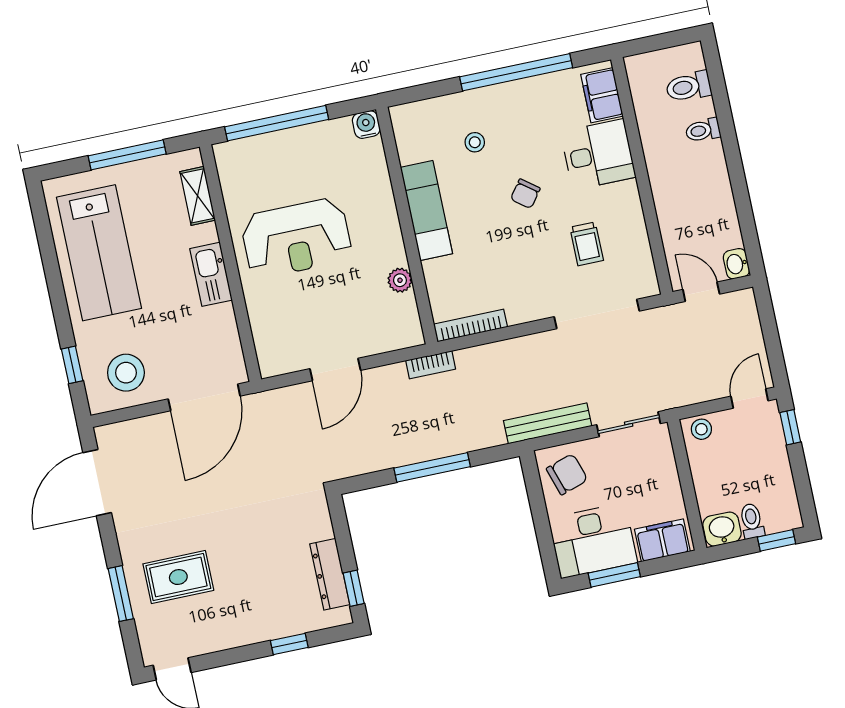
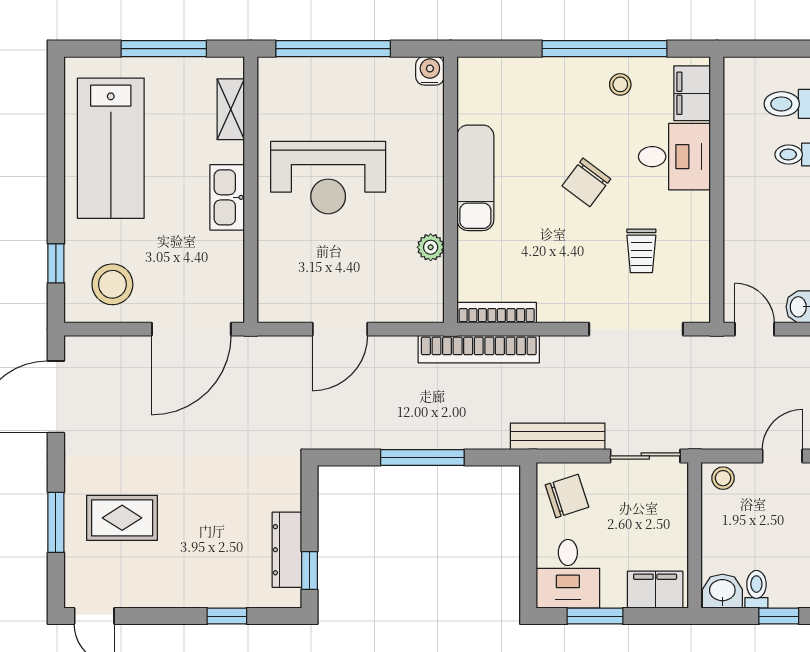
stool: (475, 142) -> (620, 84), moved
chair: (525, 194) -> (586, 182), width x1.37, depth x1.37
bookcase: (431, 365) -> (479, 349), width x2.31, depth x1.31
desk: (593, 541) -> (568, 574), width x0.73

